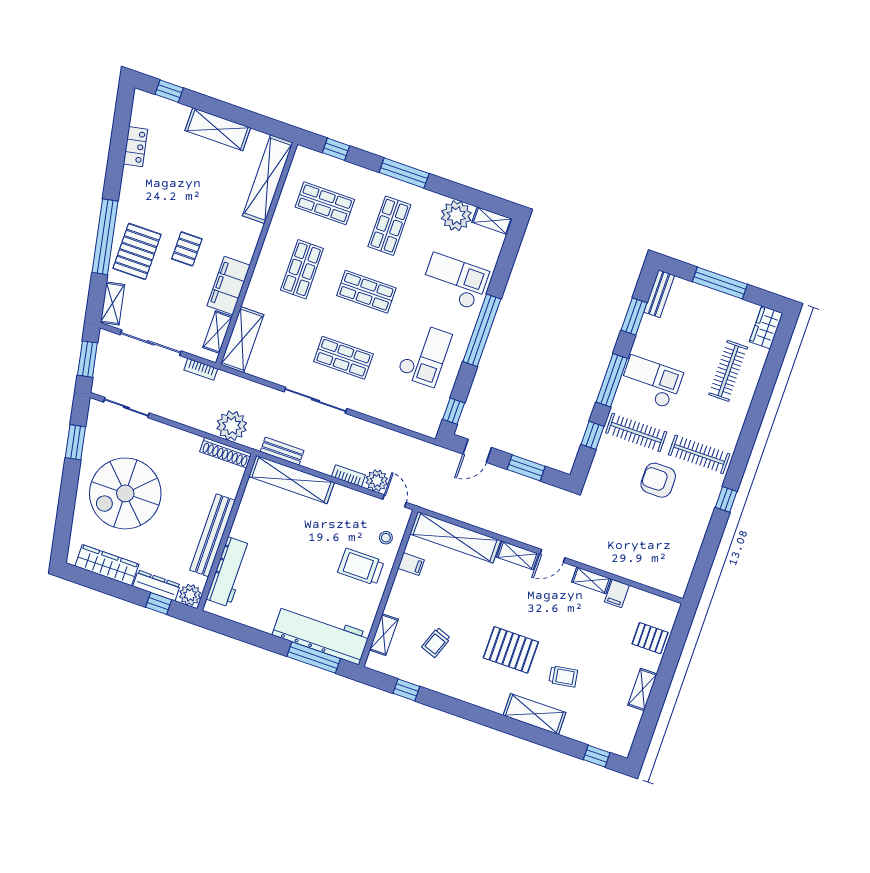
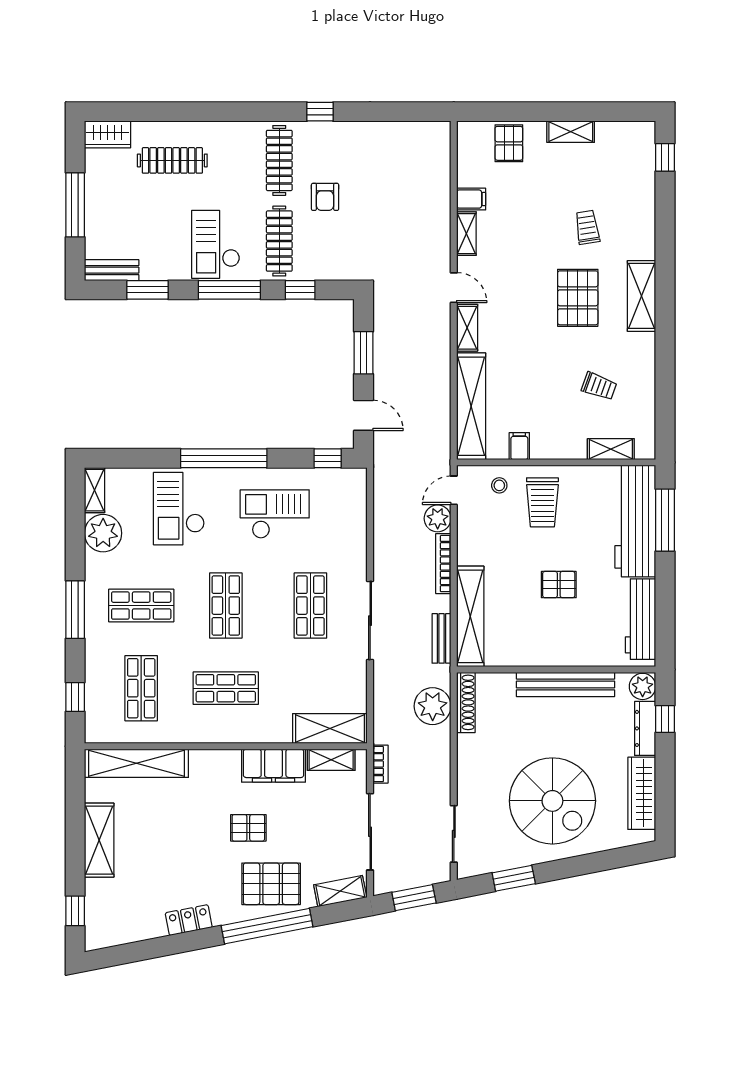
locker: (136, 147) -> (189, 920), moved
bookcase: (348, 476) -> (443, 564), width x1.56
armchair: (658, 480) -> (325, 197), width x0.72, depth x0.72
pallet: (292, 557) -> (559, 585), added
workbench: (229, 572) -> (641, 619), moved, turned -90
window: (406, 690) -> (665, 401), removed
shelving: (534, 714) -> (642, 296), moved

